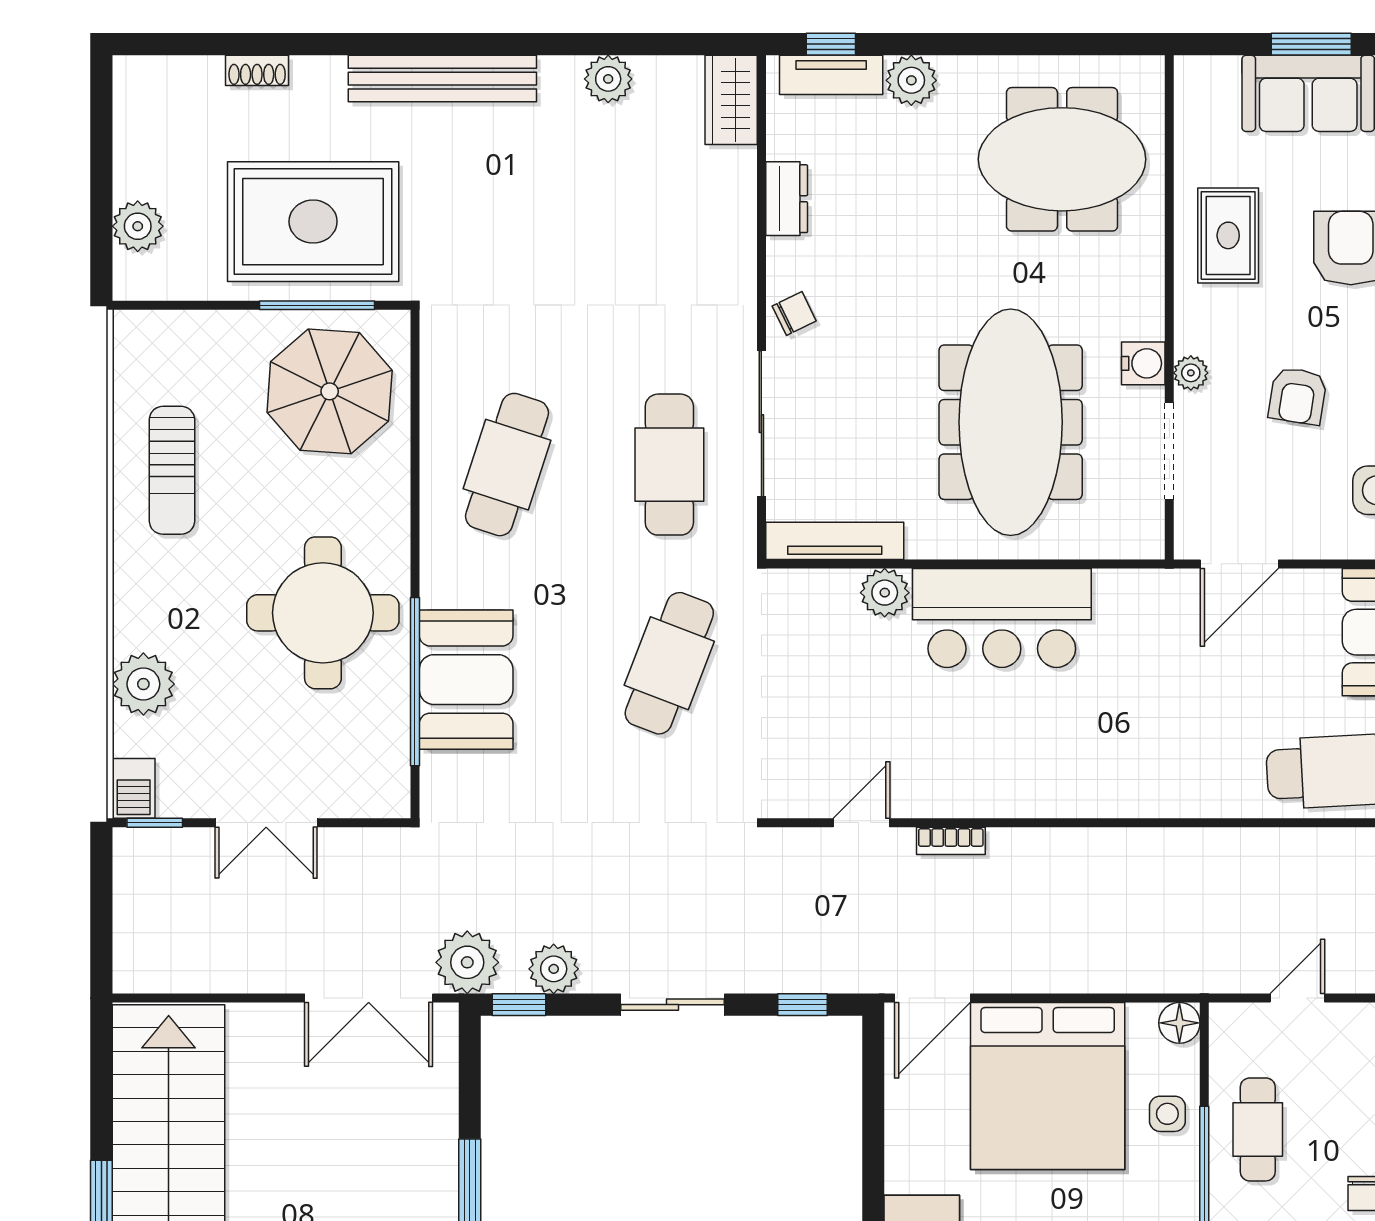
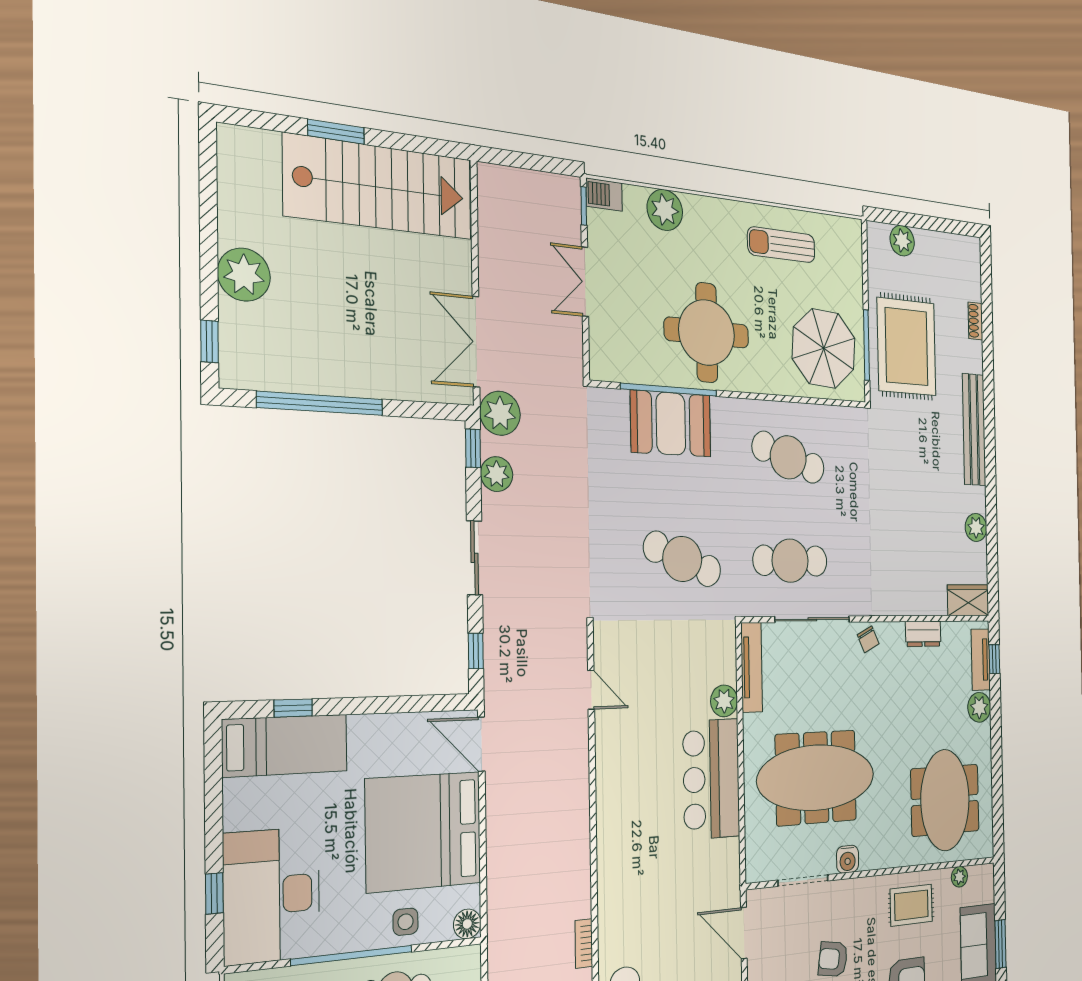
plant: (1191, 373) -> (959, 877), moved
bookcase: (951, 841) -> (584, 943), moved

